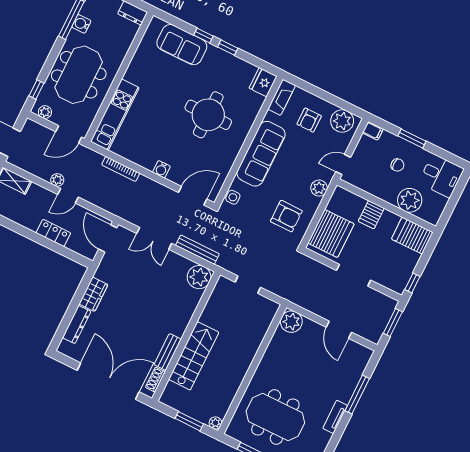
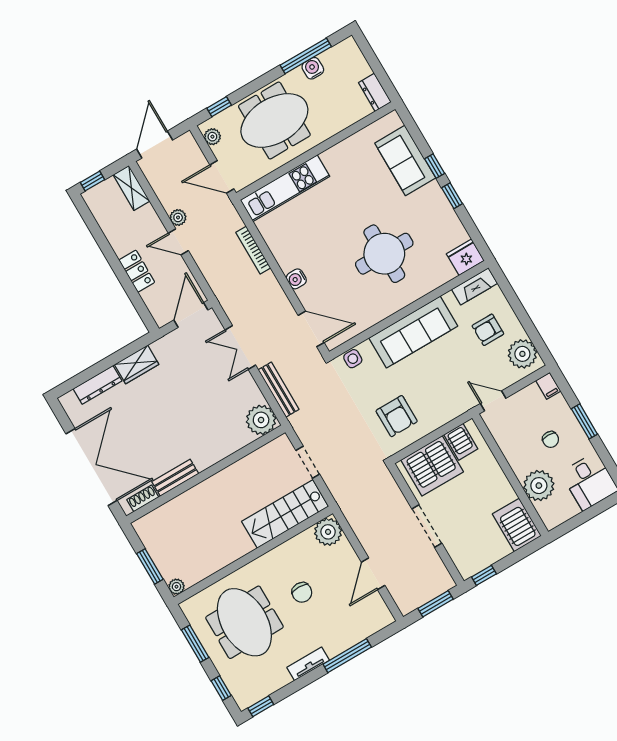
plant: (319, 188) -> (451, 409), removed
server rack: (371, 215) -> (461, 442), moved, turned -90
stairs: (194, 356) -> (285, 514), moved, turned 180
chair: (300, 373) -> (302, 592), added

